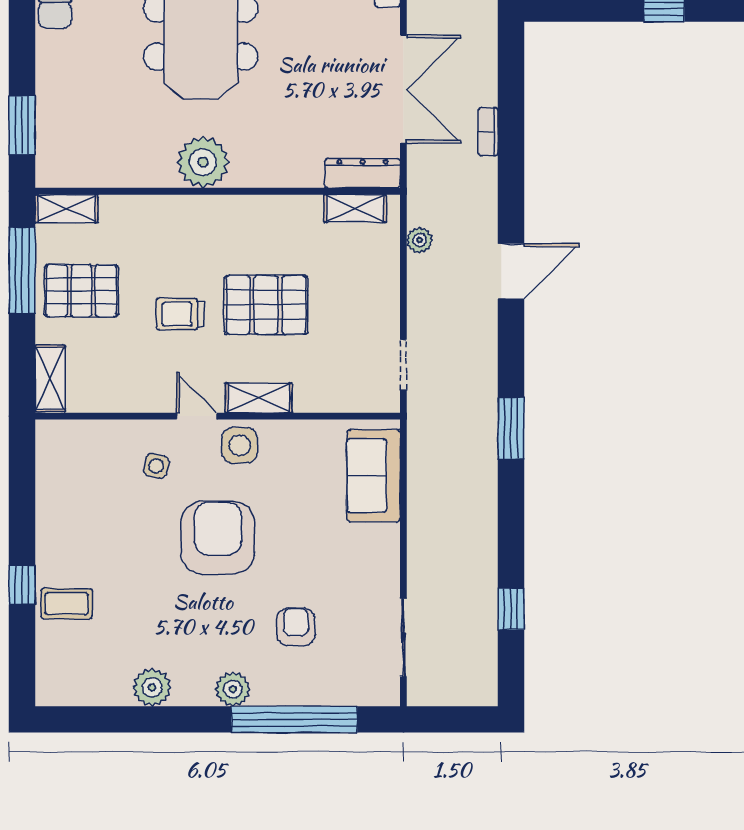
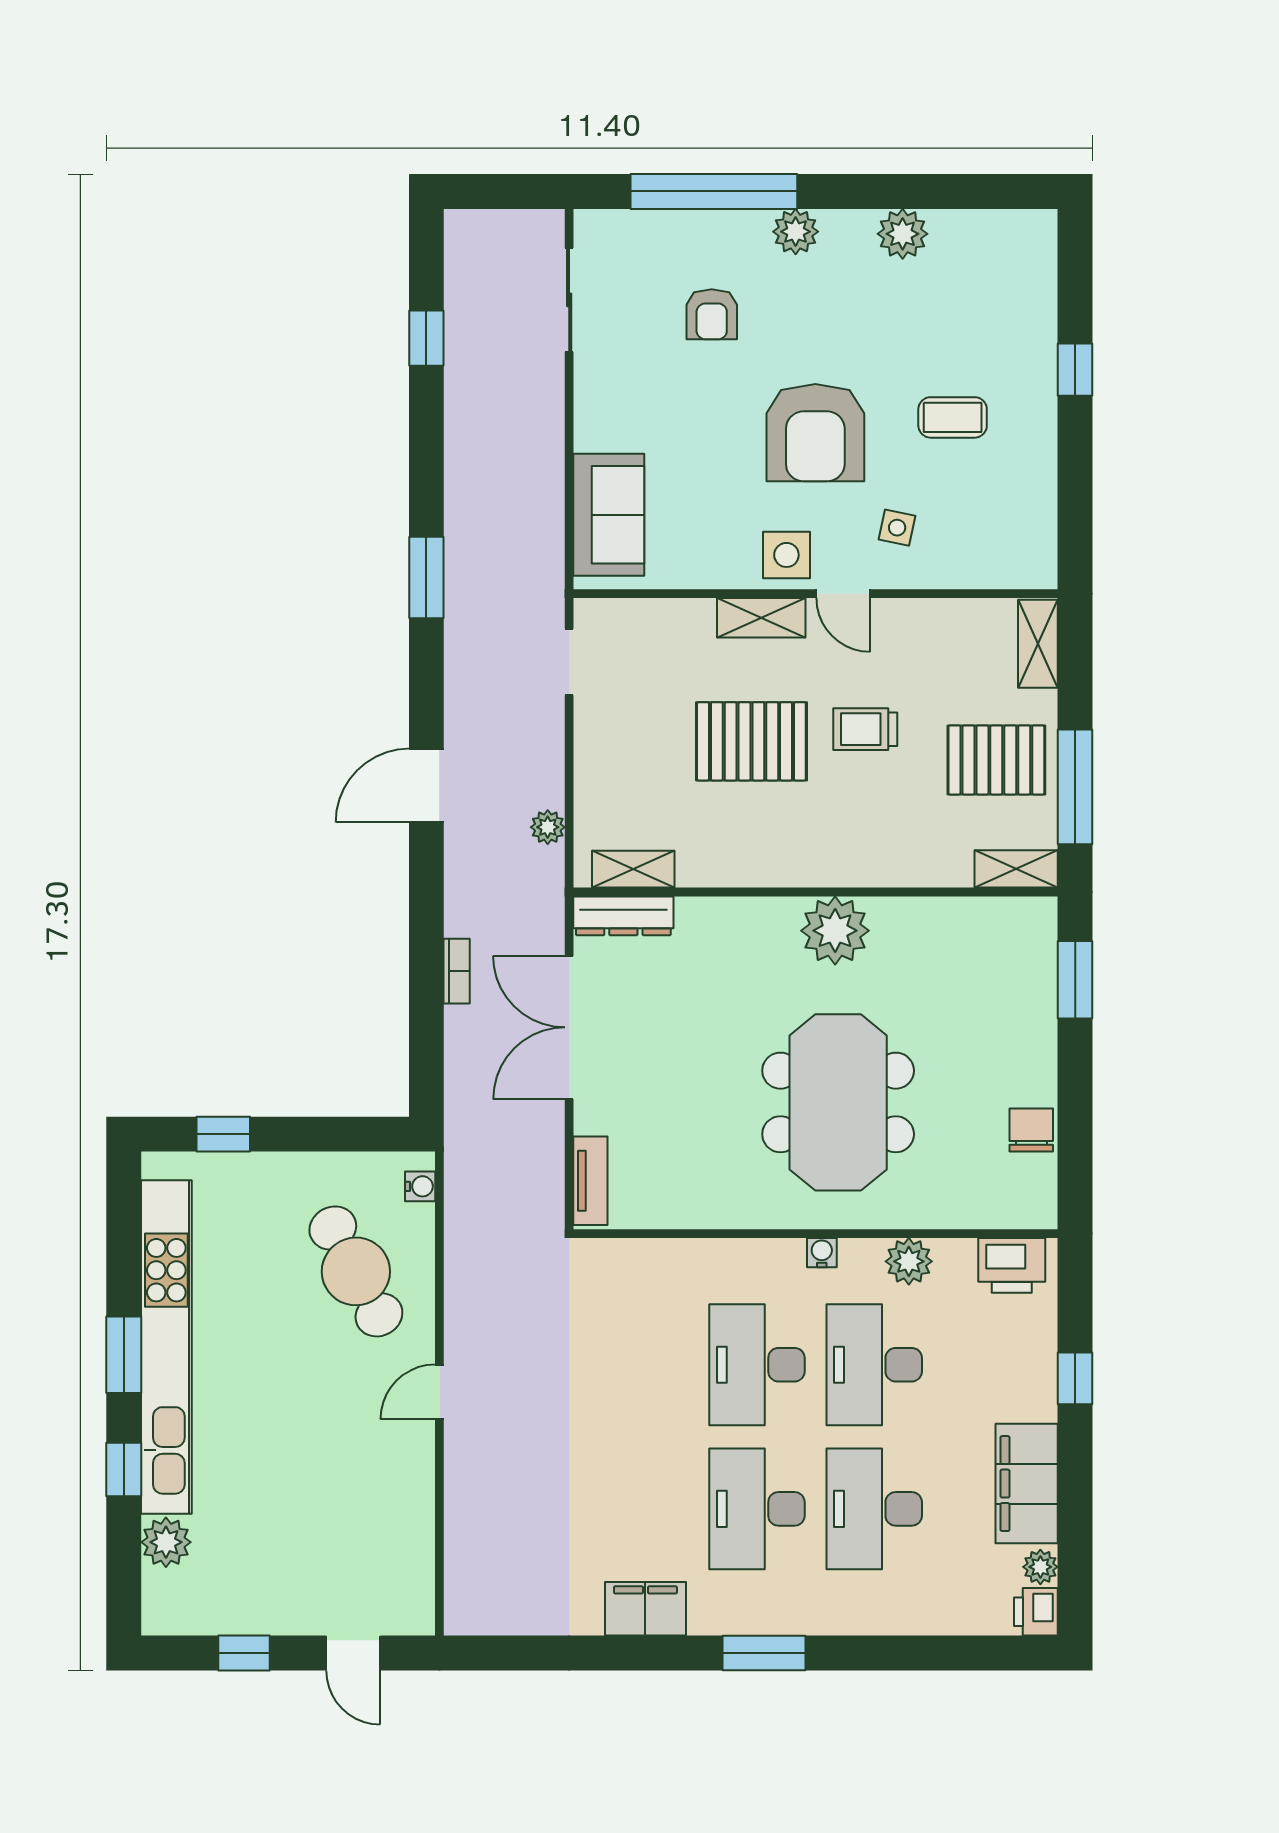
trolley: (180, 314) -> (865, 729), turned 180
coffee table: (67, 604) -> (953, 417), moved

